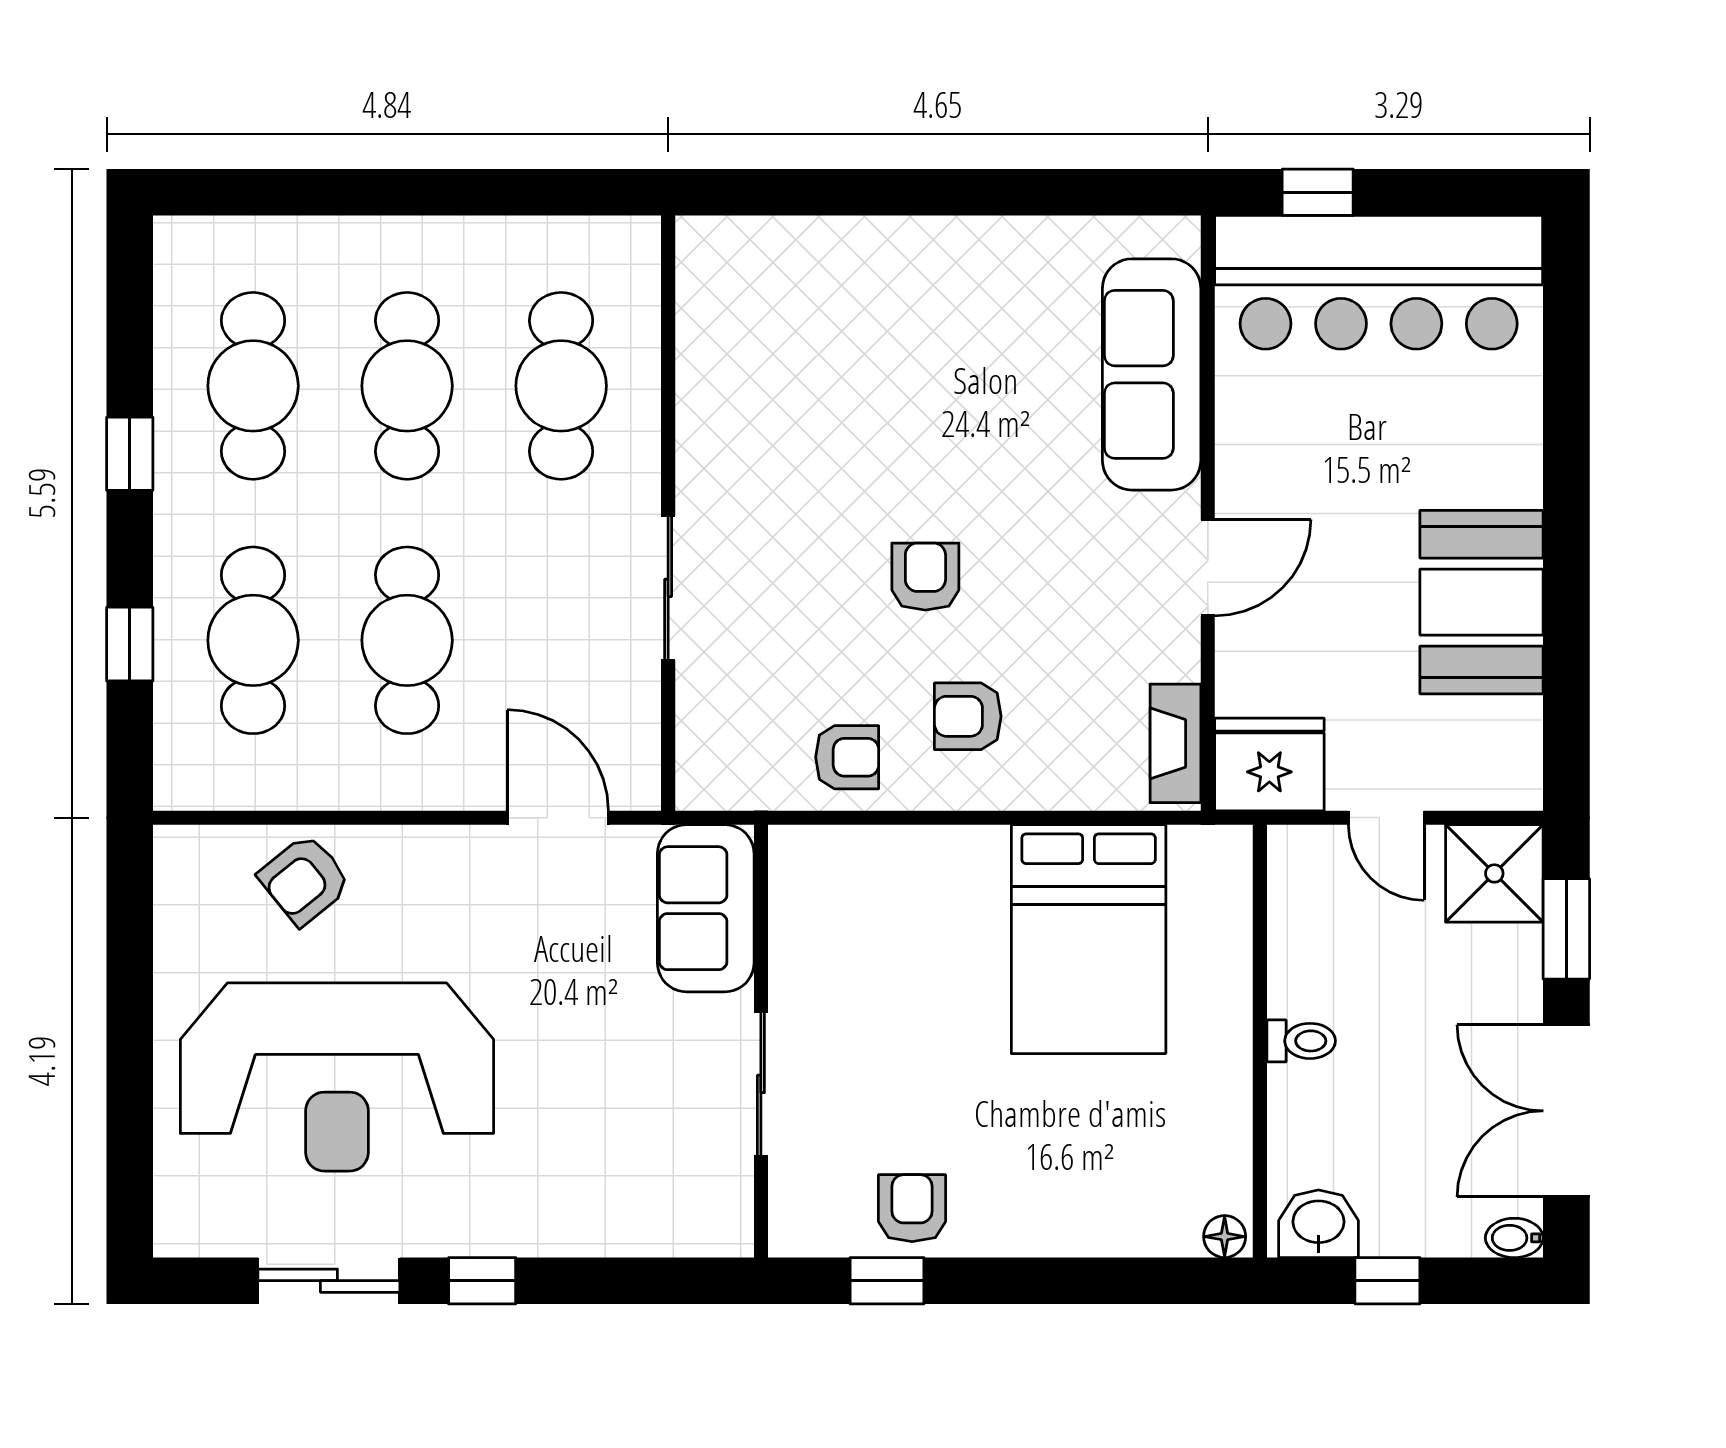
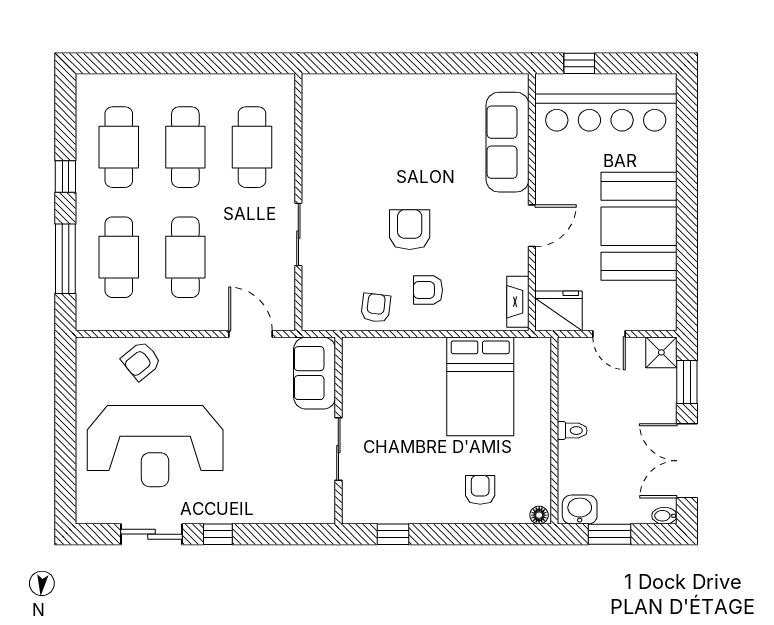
armchair: (925, 577) -> (410, 230), width x1.38, depth x1.38
booth: (1482, 602) -> (639, 226), width x1.36, depth x1.42
window: (130, 644) -> (65, 259), width x2.17
armchair: (847, 757) -> (376, 308), turned -83
shower: (1494, 873) -> (661, 352), width x0.73, depth x0.73
armchair: (912, 1208) -> (480, 490), moved
window: (1387, 1281) -> (610, 534), width x1.50

